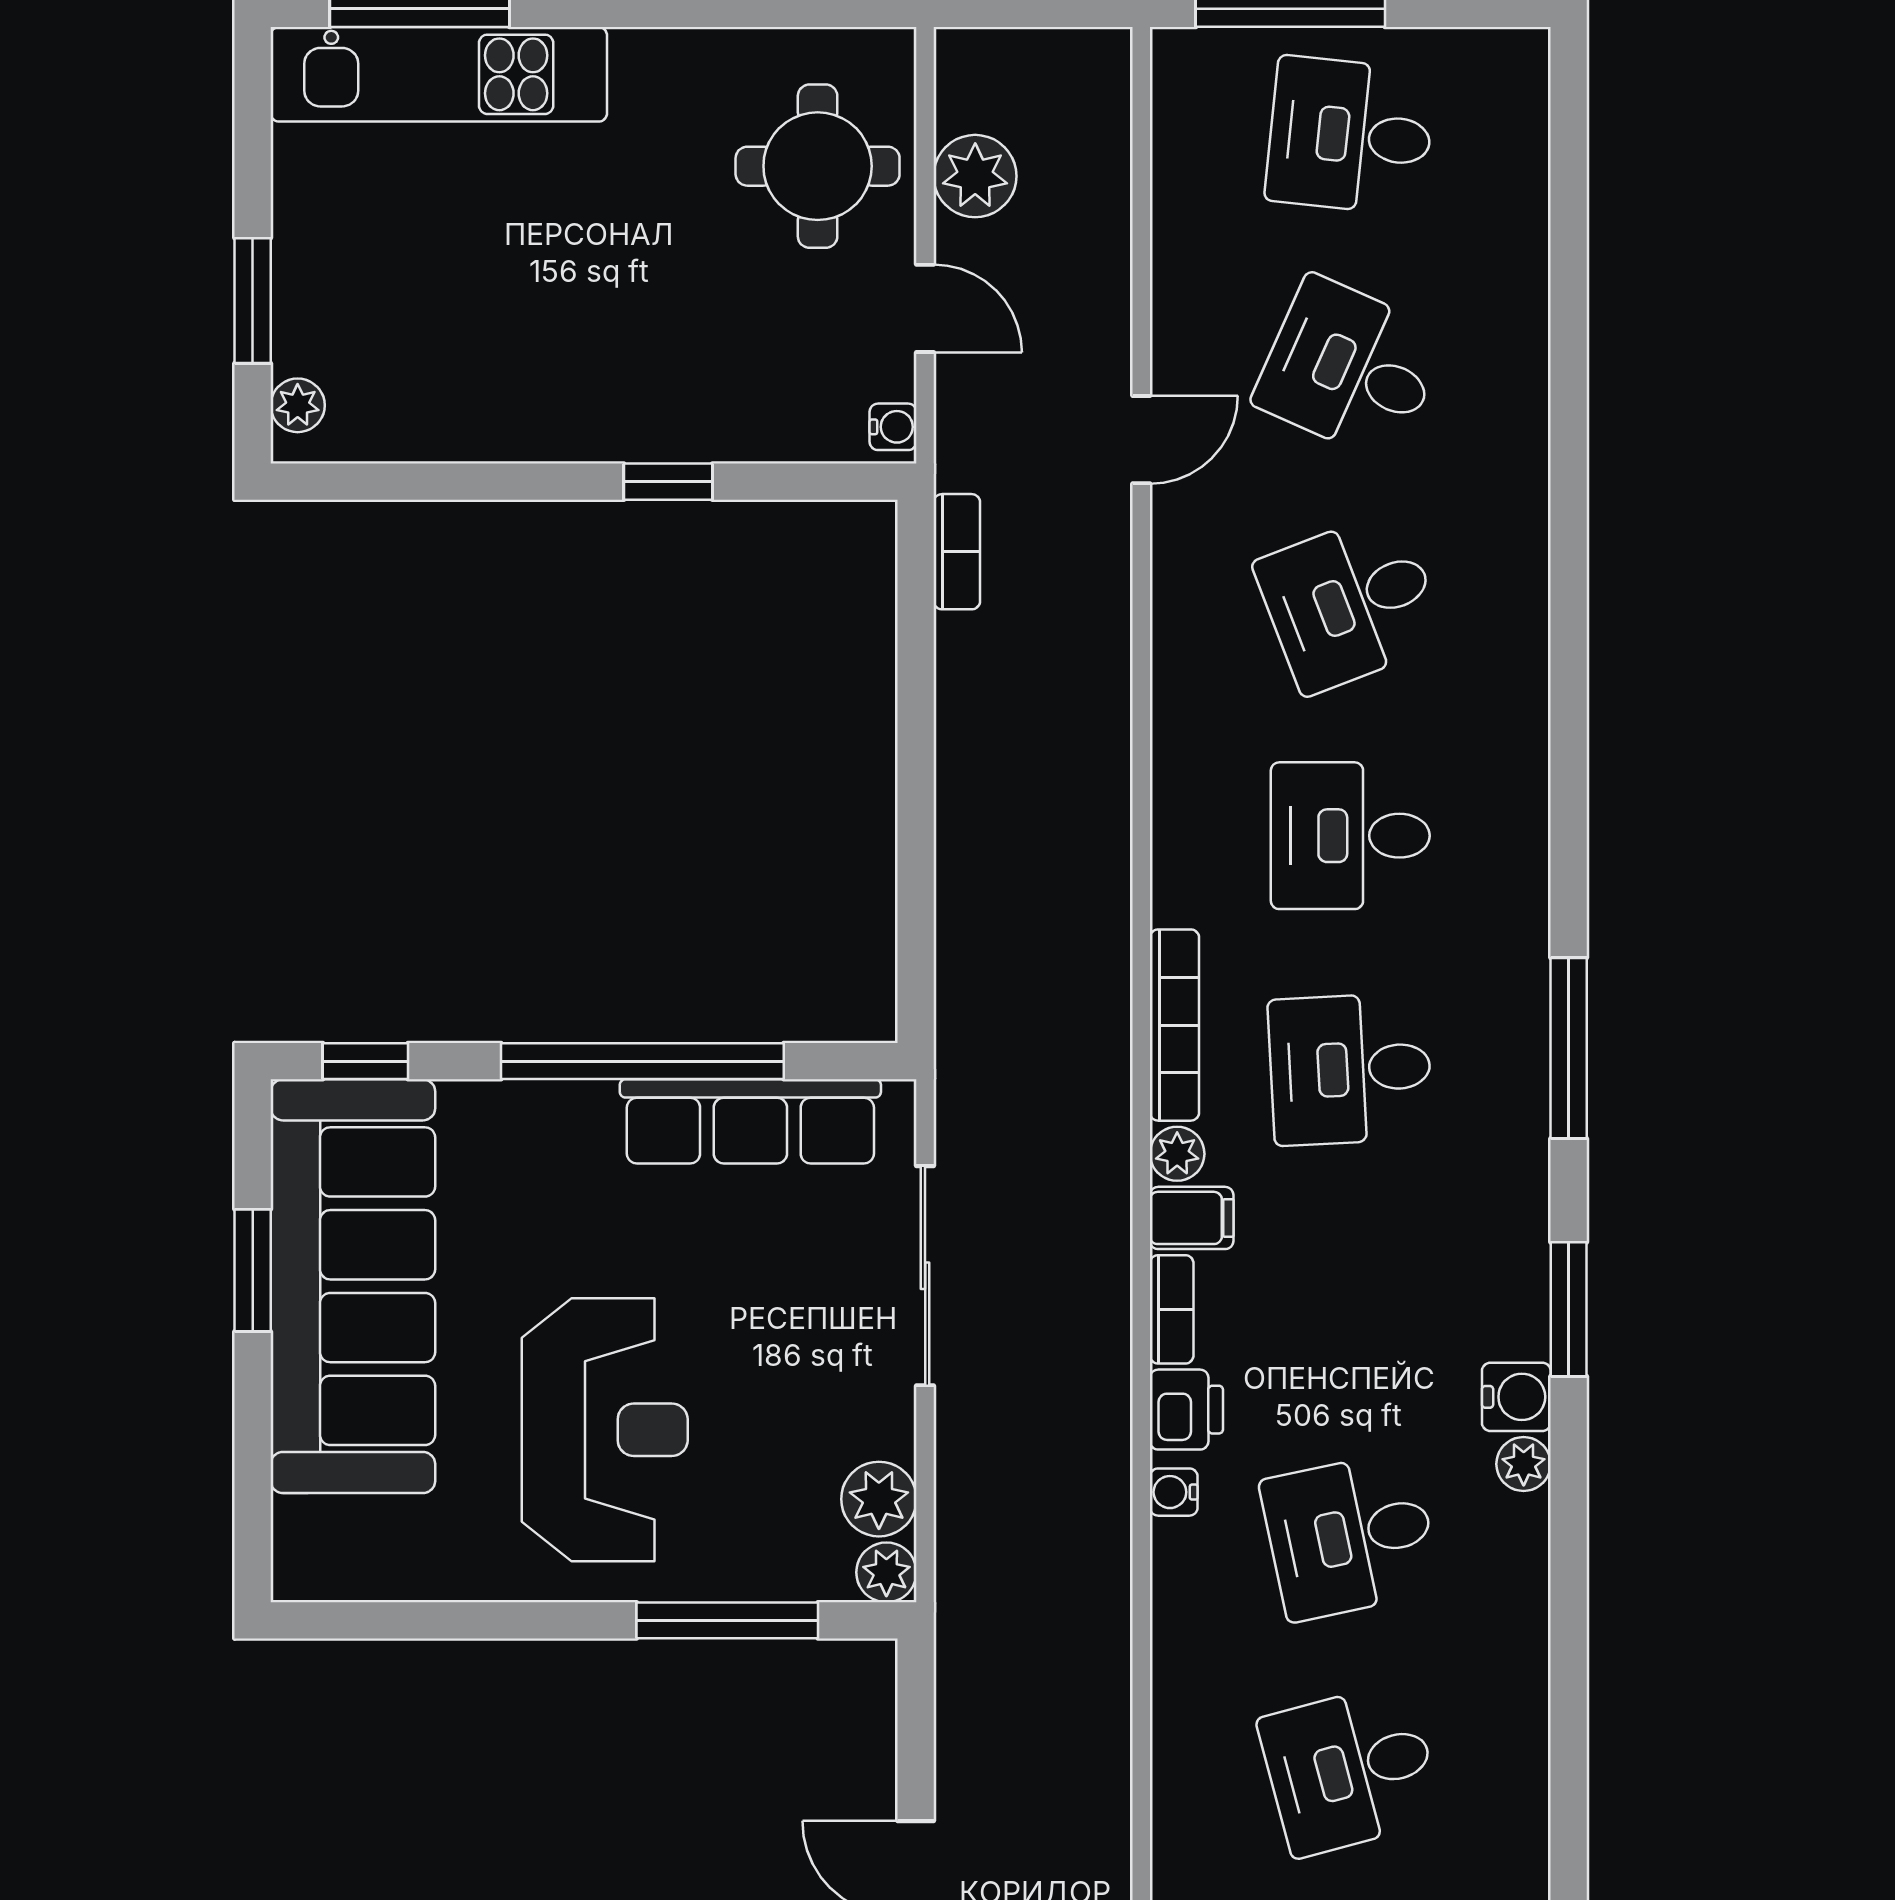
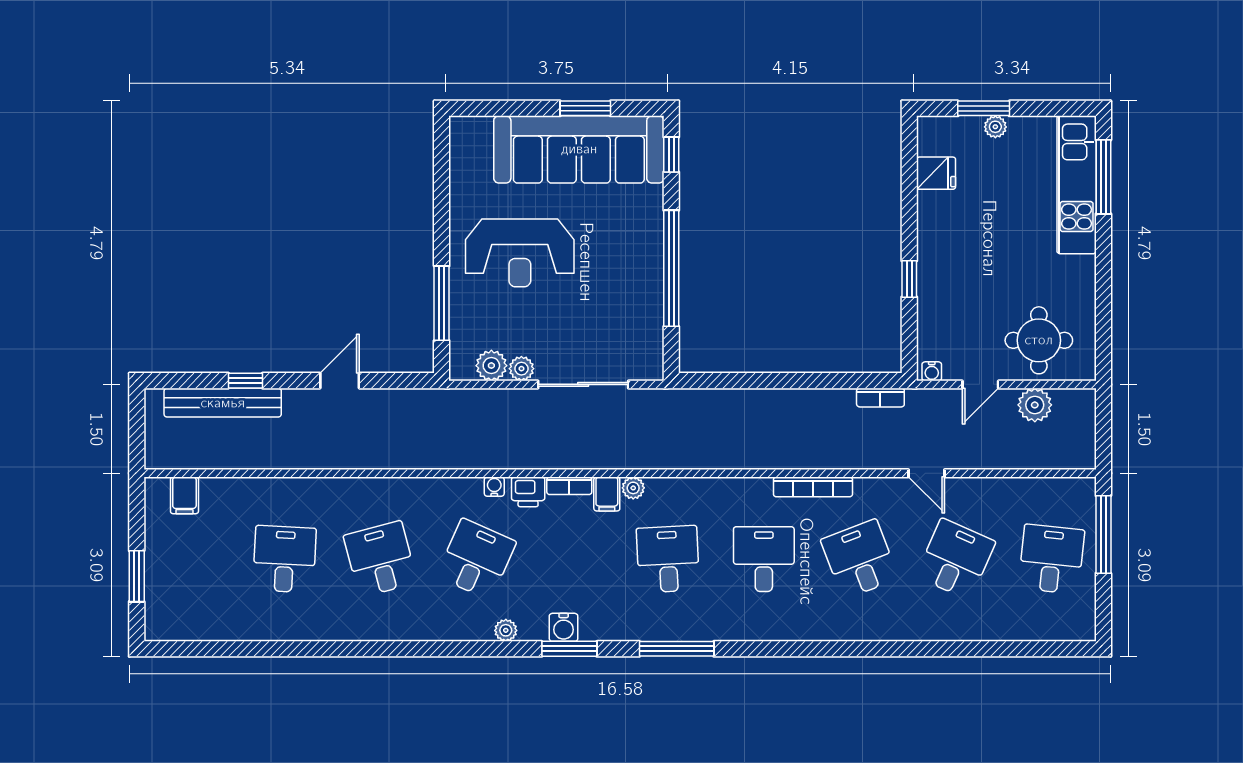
plant: (298, 405) -> (995, 127), moved
fridge: (411, 416) -> (936, 173), added
bookcase: (1174, 1025) -> (813, 487), moved
row of seats: (750, 1121) -> (647, 313), removed
water cooler: (1516, 1397) -> (564, 627), moved
desk: (1350, 1536) -> (476, 559), turned 36
plant: (886, 1572) -> (521, 369), moved

